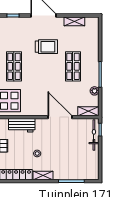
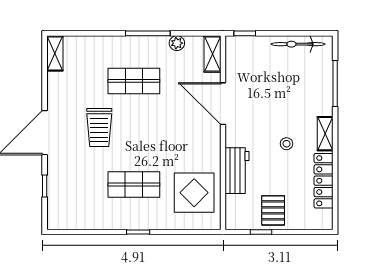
shelving: (74, 21) -> (55, 53), moved
trolley: (46, 47) -> (99, 127), turned 180
door: (60, 117) -> (223, 104), hinge flipped
bicycle: (94, 135) -> (298, 44), moved

